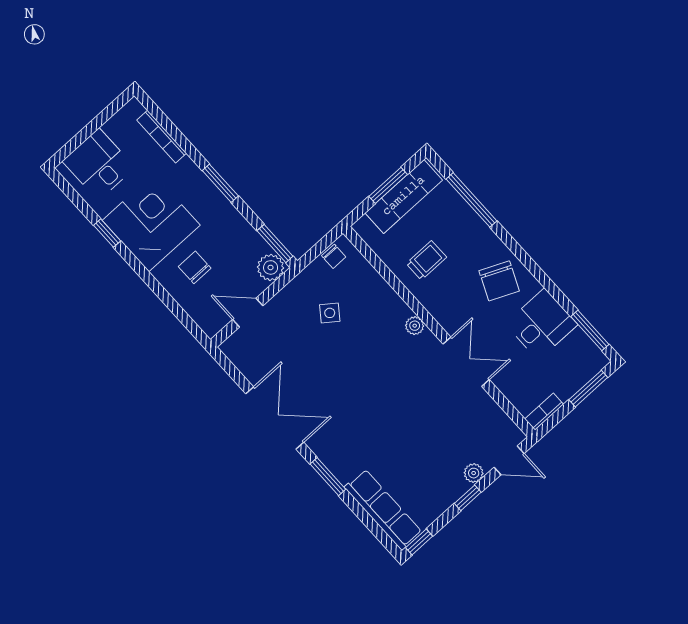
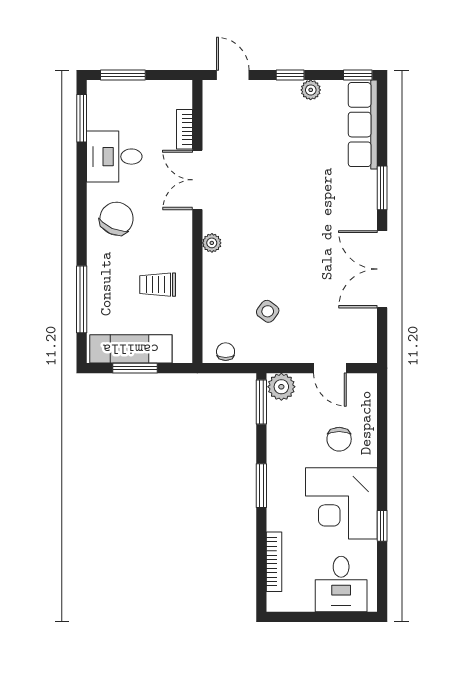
bookcase: (544, 412) -> (185, 129), moved, turned 90
plant: (474, 473) -> (311, 90), moved

